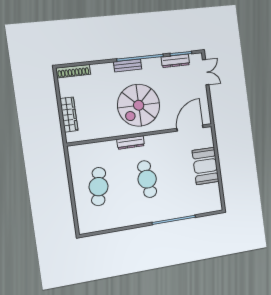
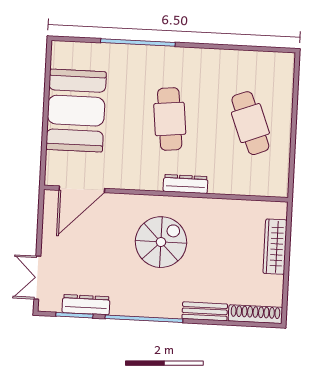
bench: (128, 66) -> (205, 311), moved
spiral stairs: (139, 105) -> (161, 242), width x0.73, depth x0.73
booth: (206, 166) -> (76, 111), width x1.36, depth x1.42
cafe table: (99, 187) -> (250, 123), turned -30

